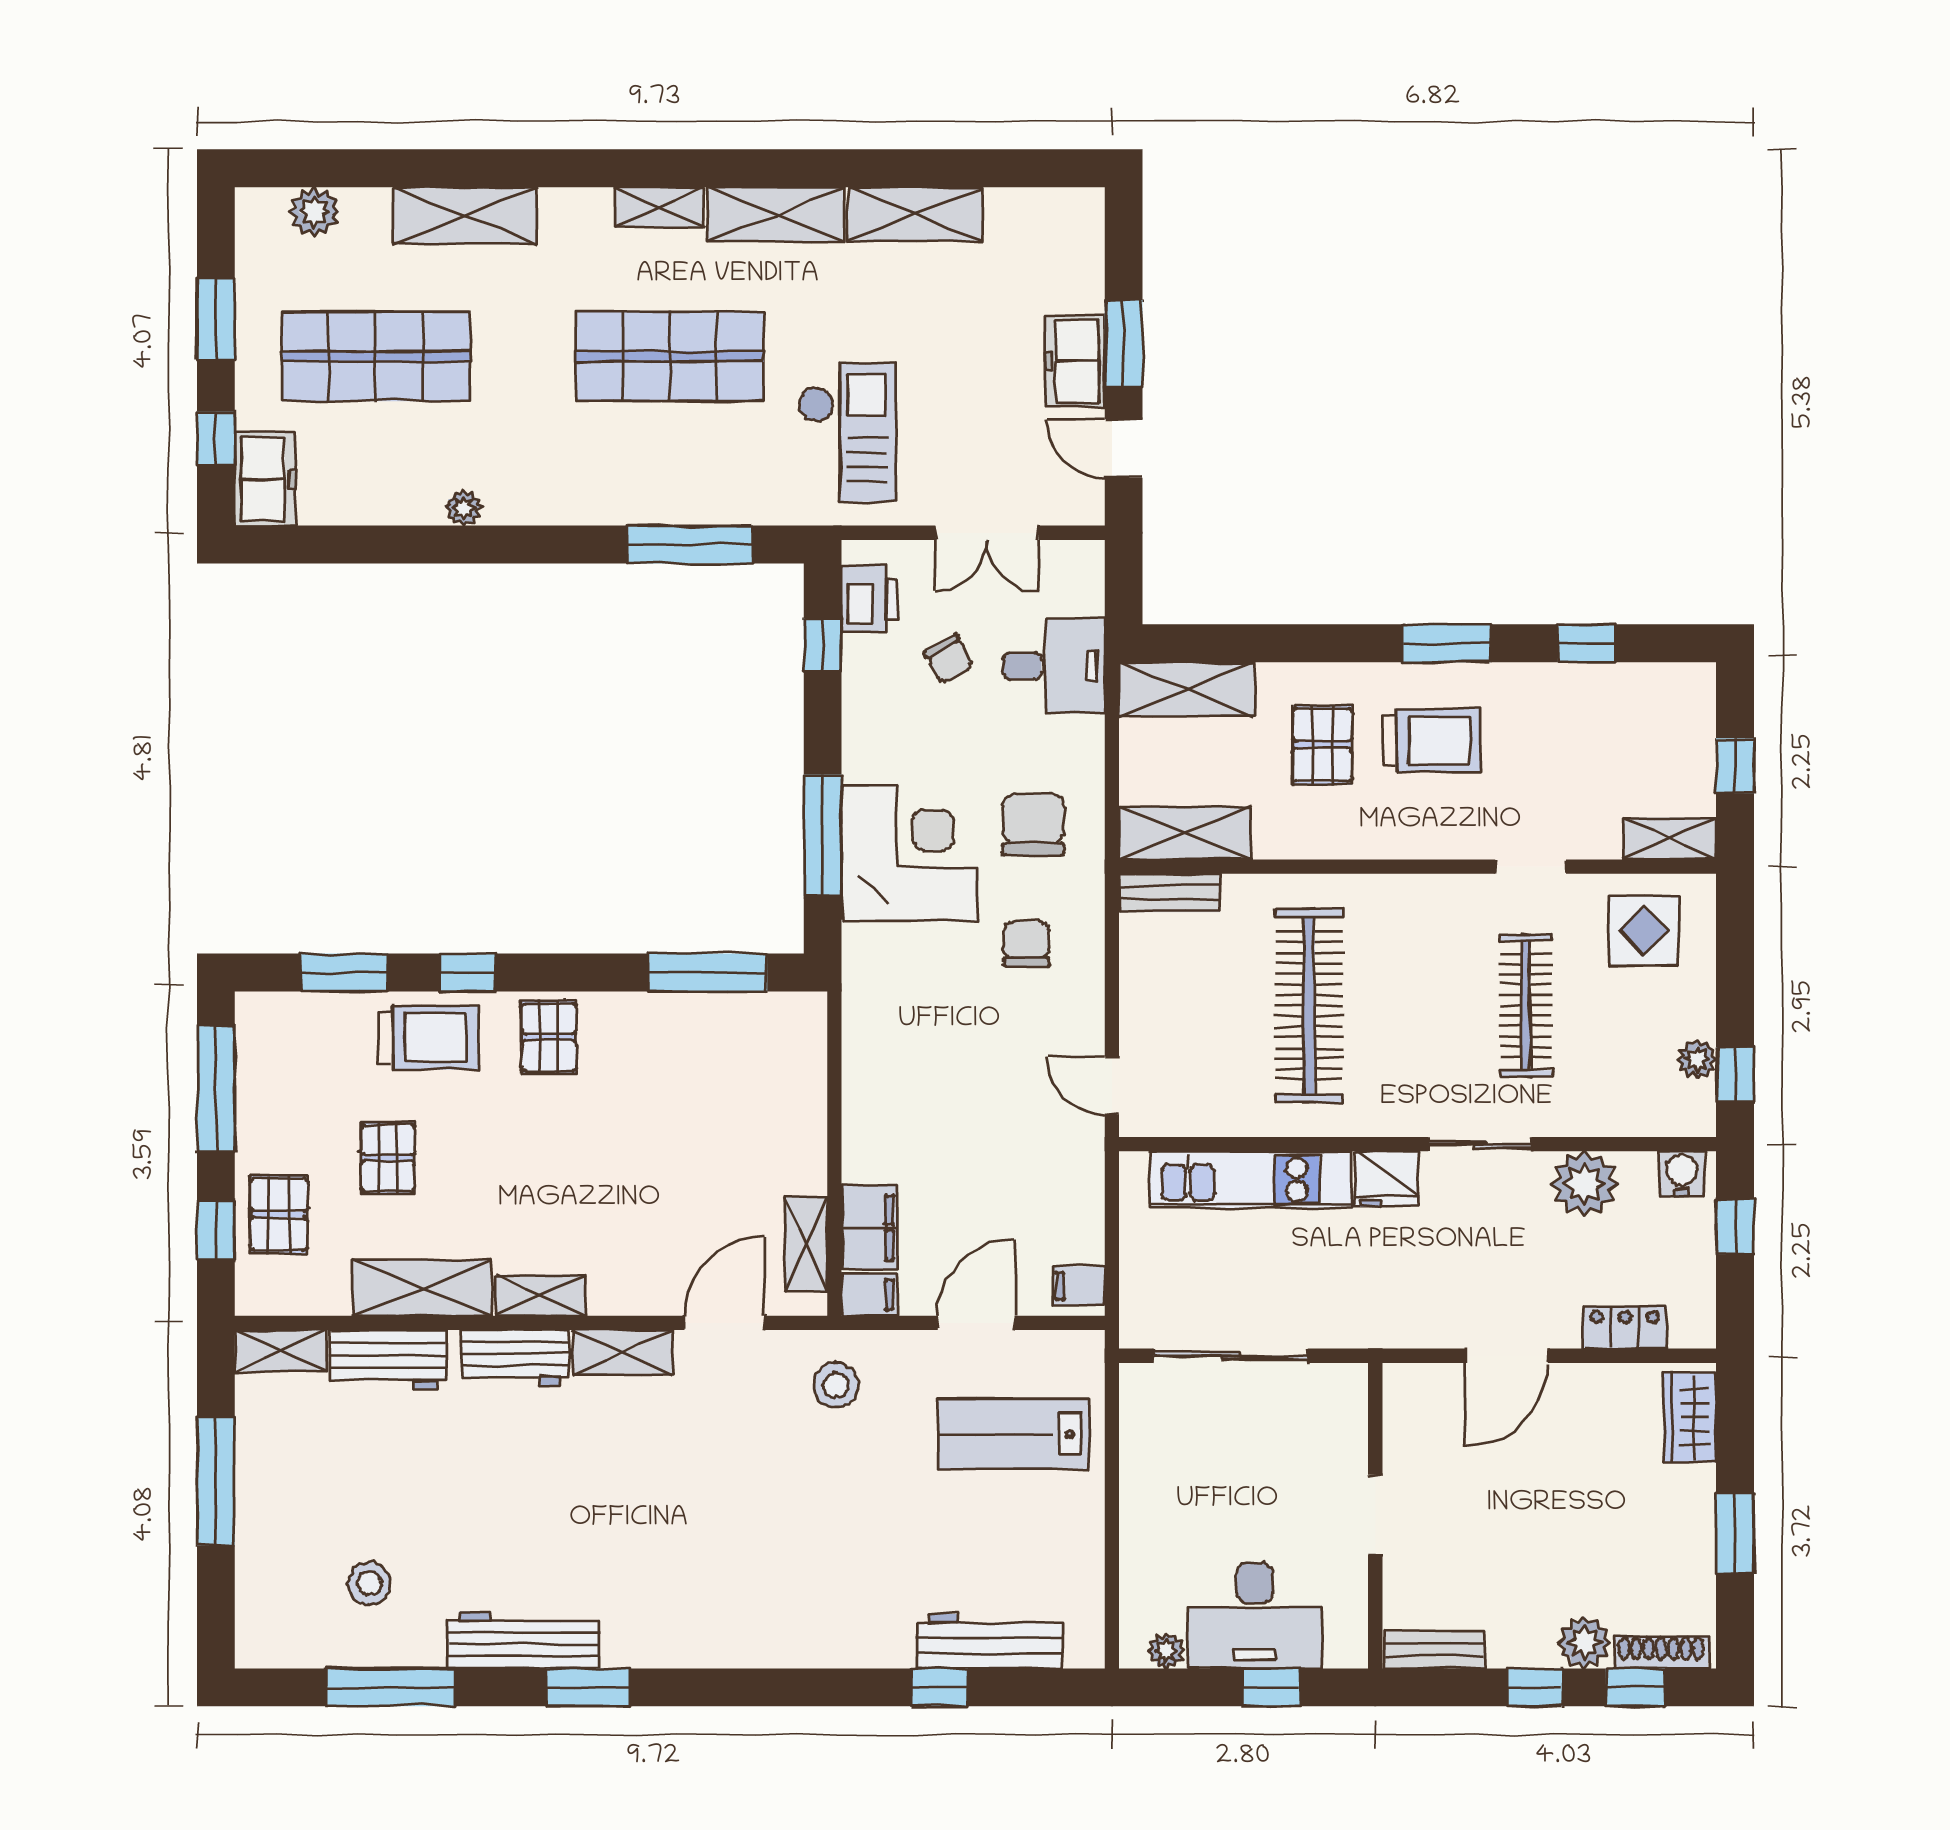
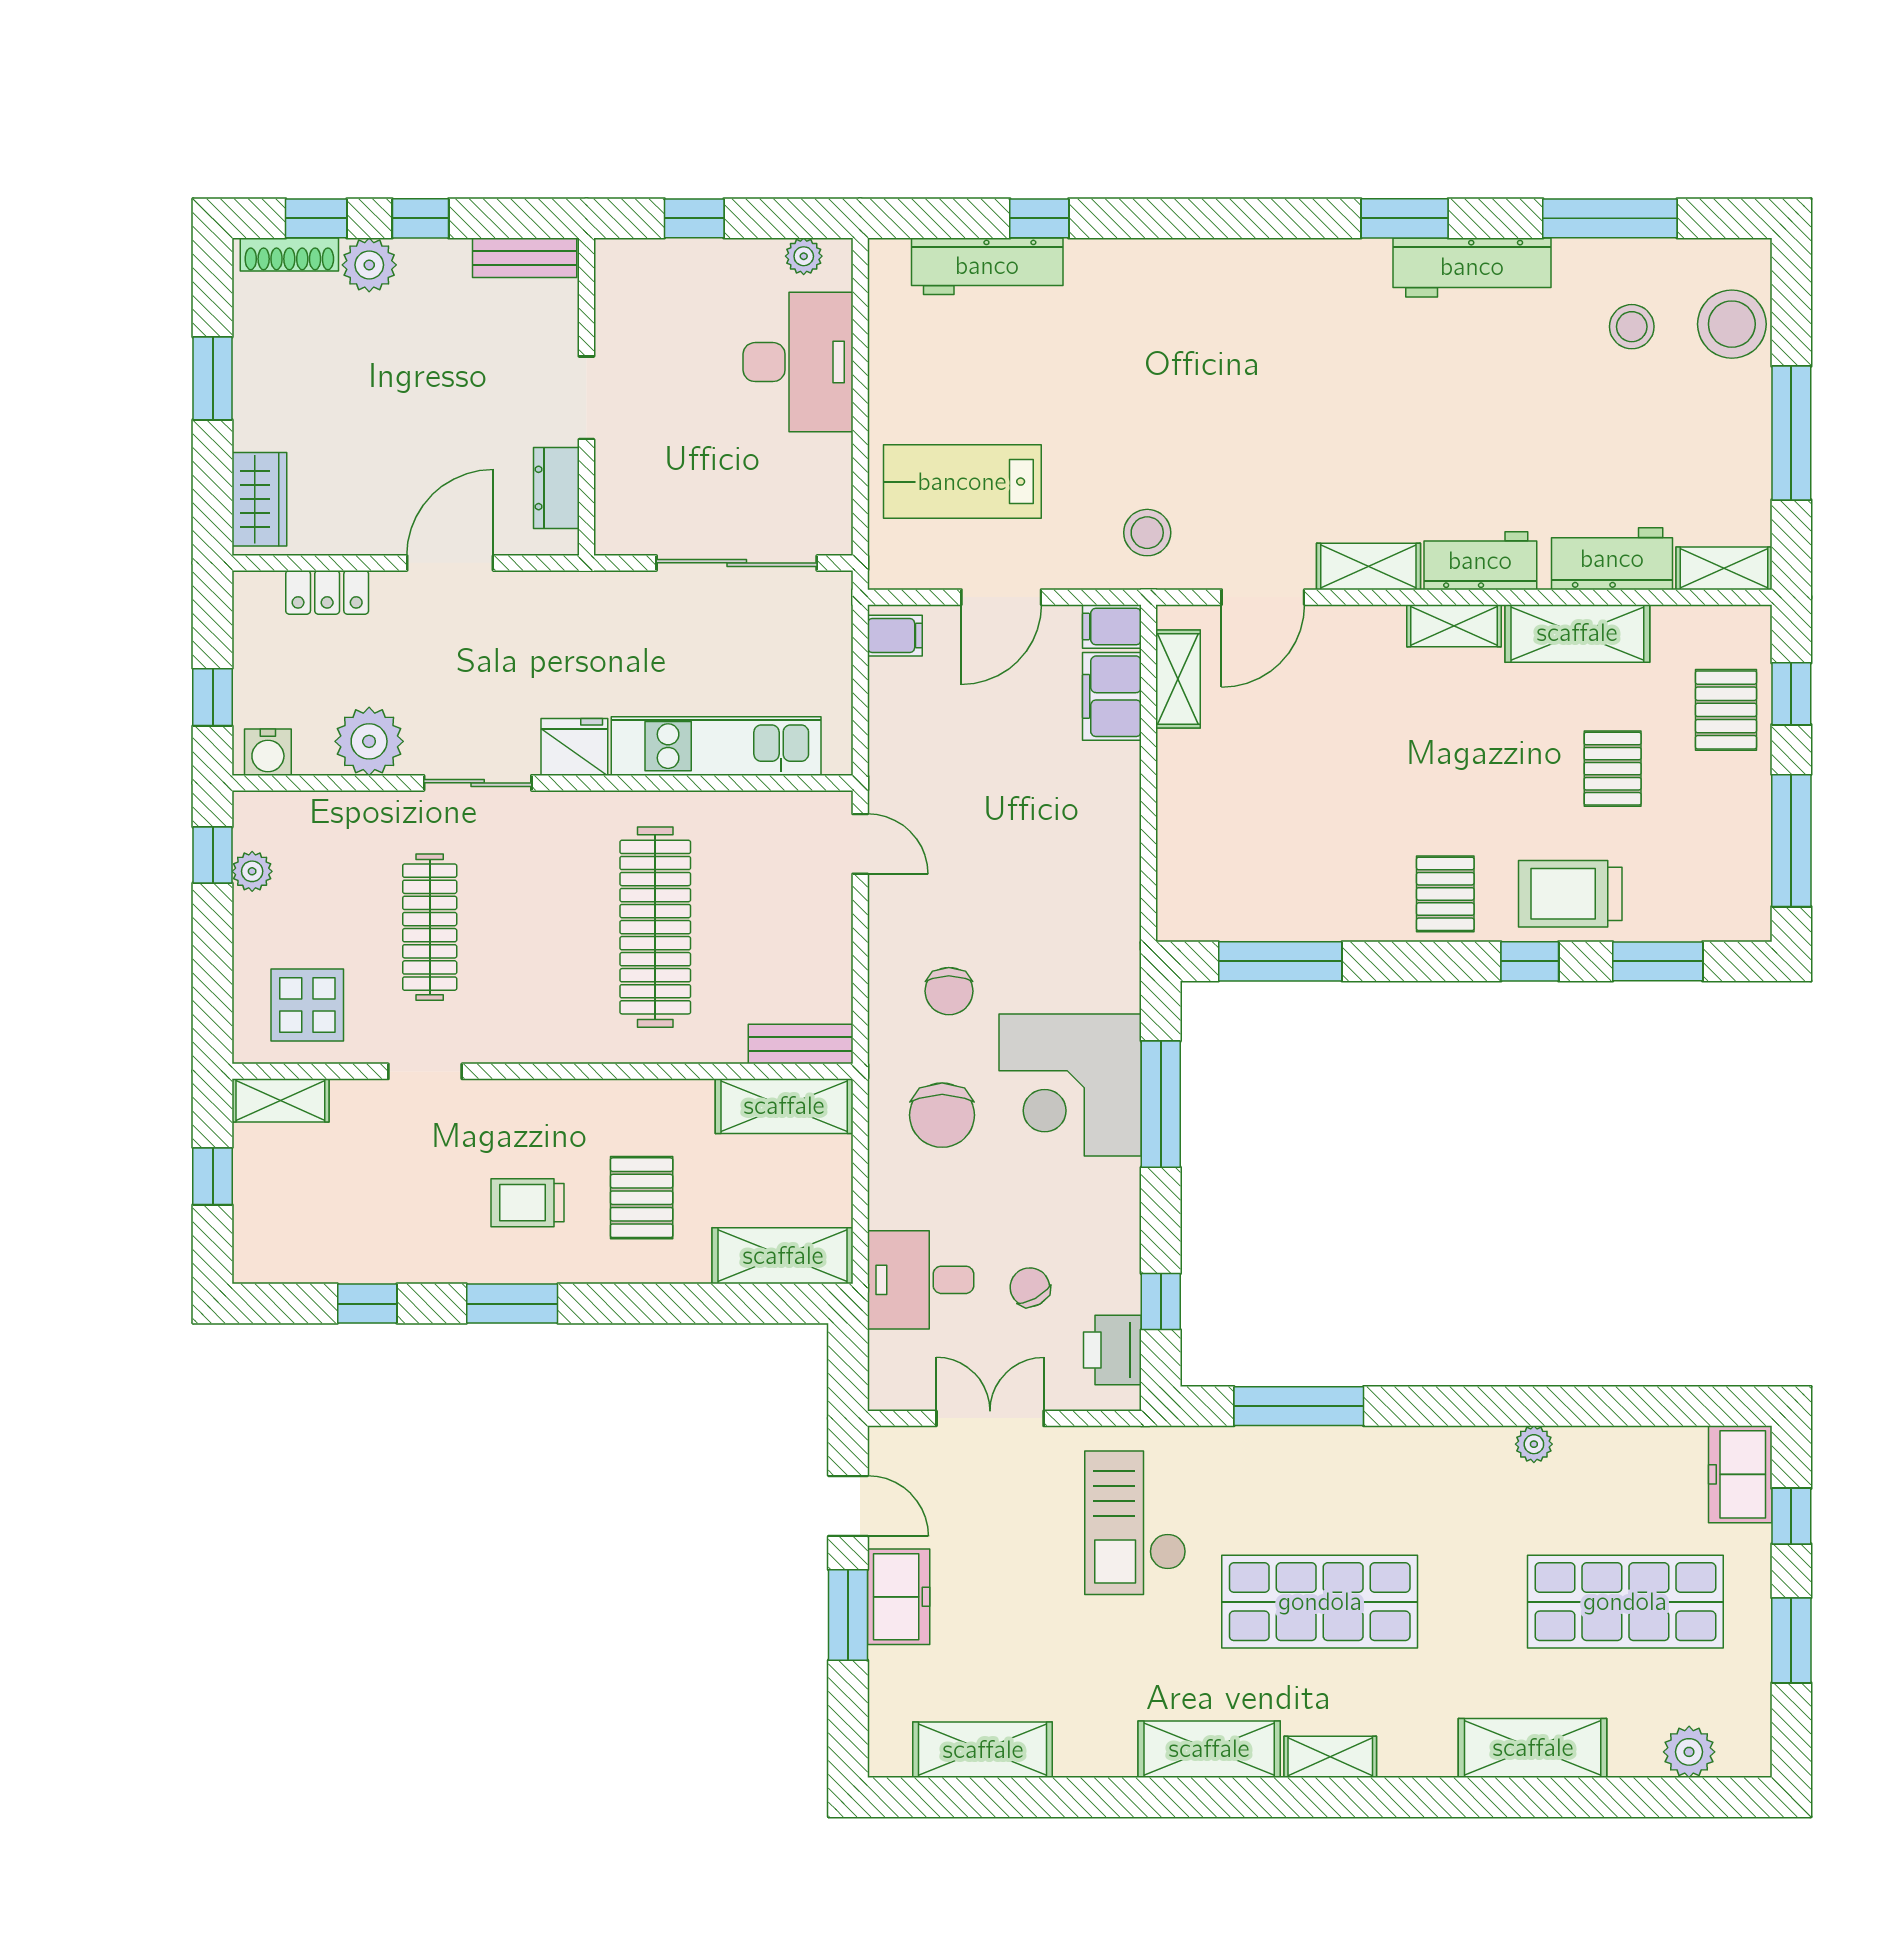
shelving: (915, 214) -> (983, 1750), moved
trolley: (1432, 740) -> (528, 1203), width x0.73, depth x0.72
dresser: (1404, 1428) -> (556, 488), added
lab bench: (1014, 1434) -> (962, 482), turned 180
stool: (273, 1586) -> (1732, 324), added
desk: (1255, 1616) -> (798, 362), moved, turned 90

